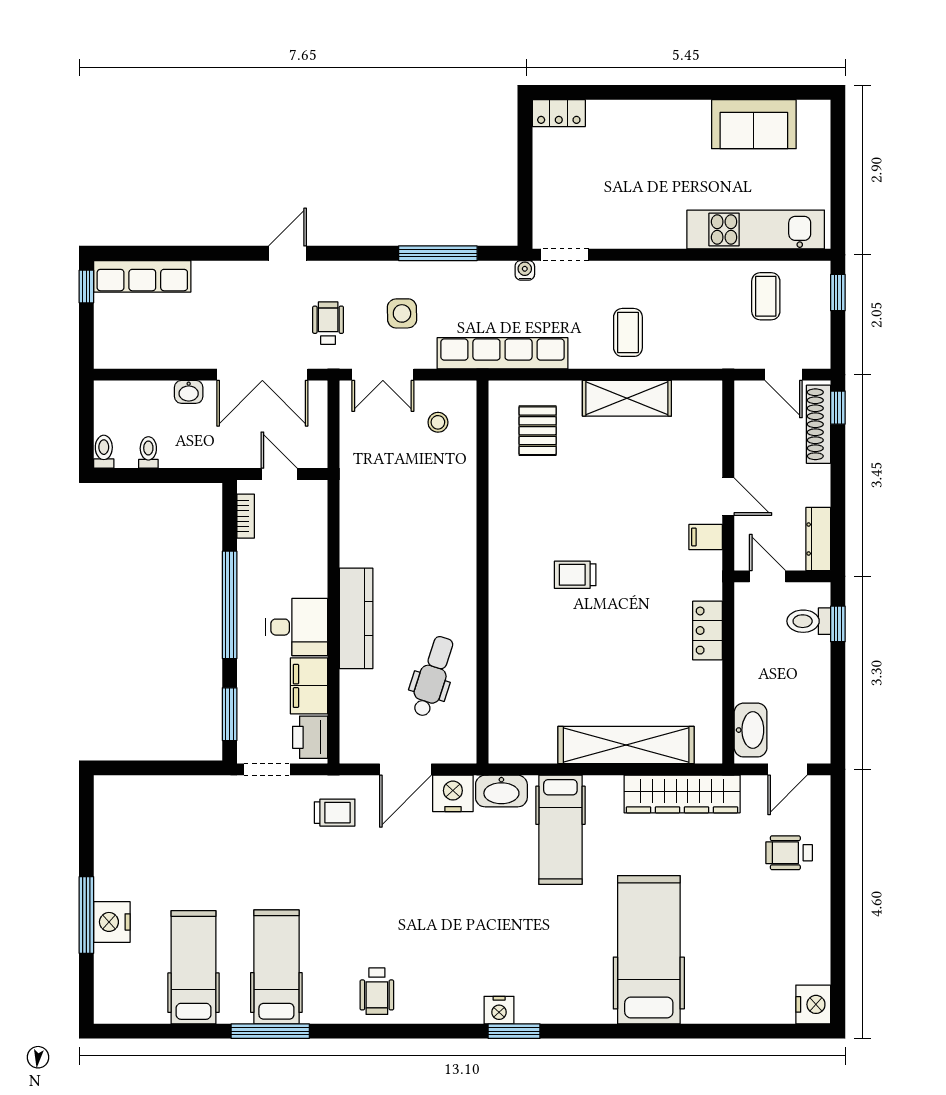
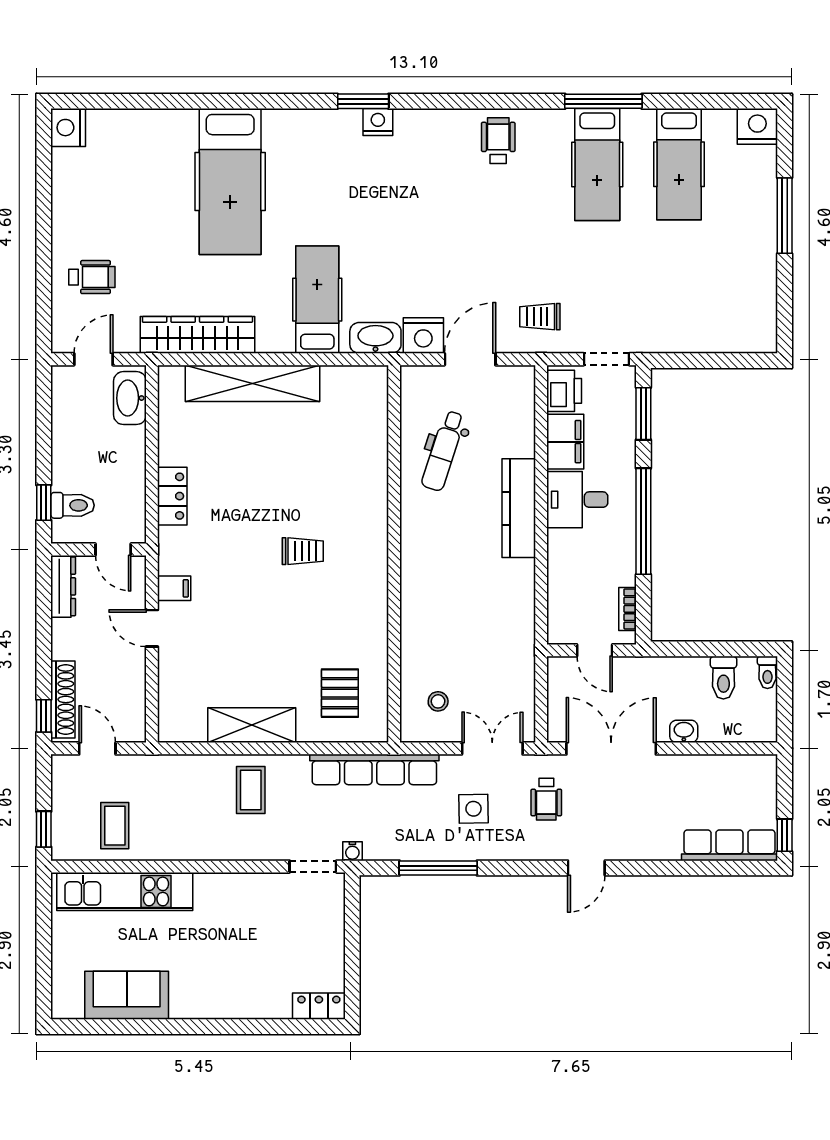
toilet: (148, 452) -> (723, 678), width x1.37, depth x1.39
nightstand: (112, 922) -> (757, 126), moved, turned -90

